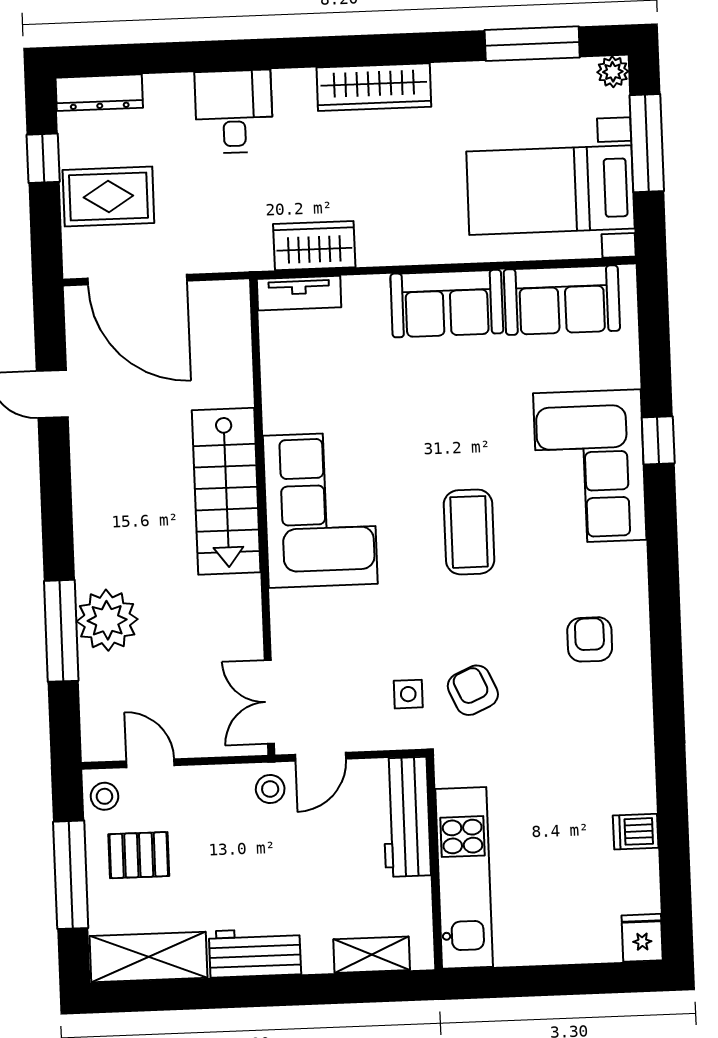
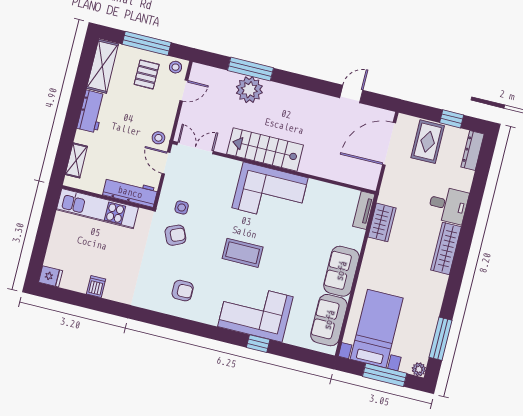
wardrobe: (374, 87) -> (446, 248), moved
stairs: (226, 491) -> (265, 150), moved

